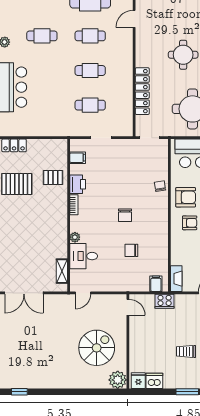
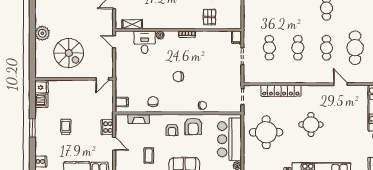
filing cabinet: (78, 158) -> (237, 37), moved
printer: (78, 184) -> (204, 37), removed
chair: (131, 250) -> (153, 102), moved
fireplace: (176, 279) -> (139, 119), moved
cooker: (165, 301) -> (107, 127), moved
plant: (118, 380) -> (42, 33), moved

